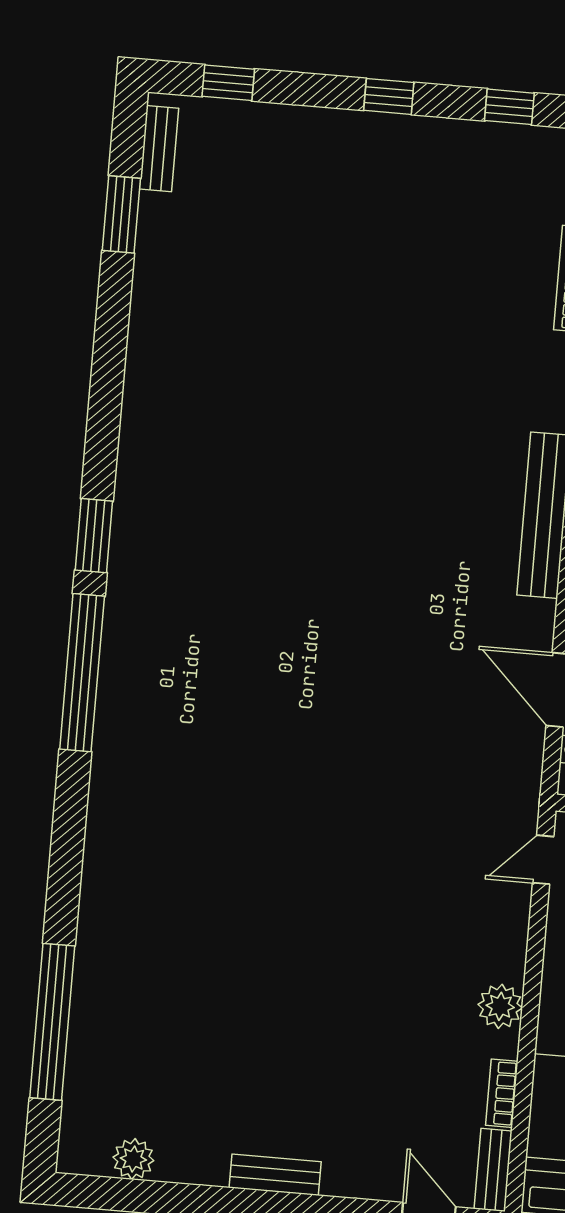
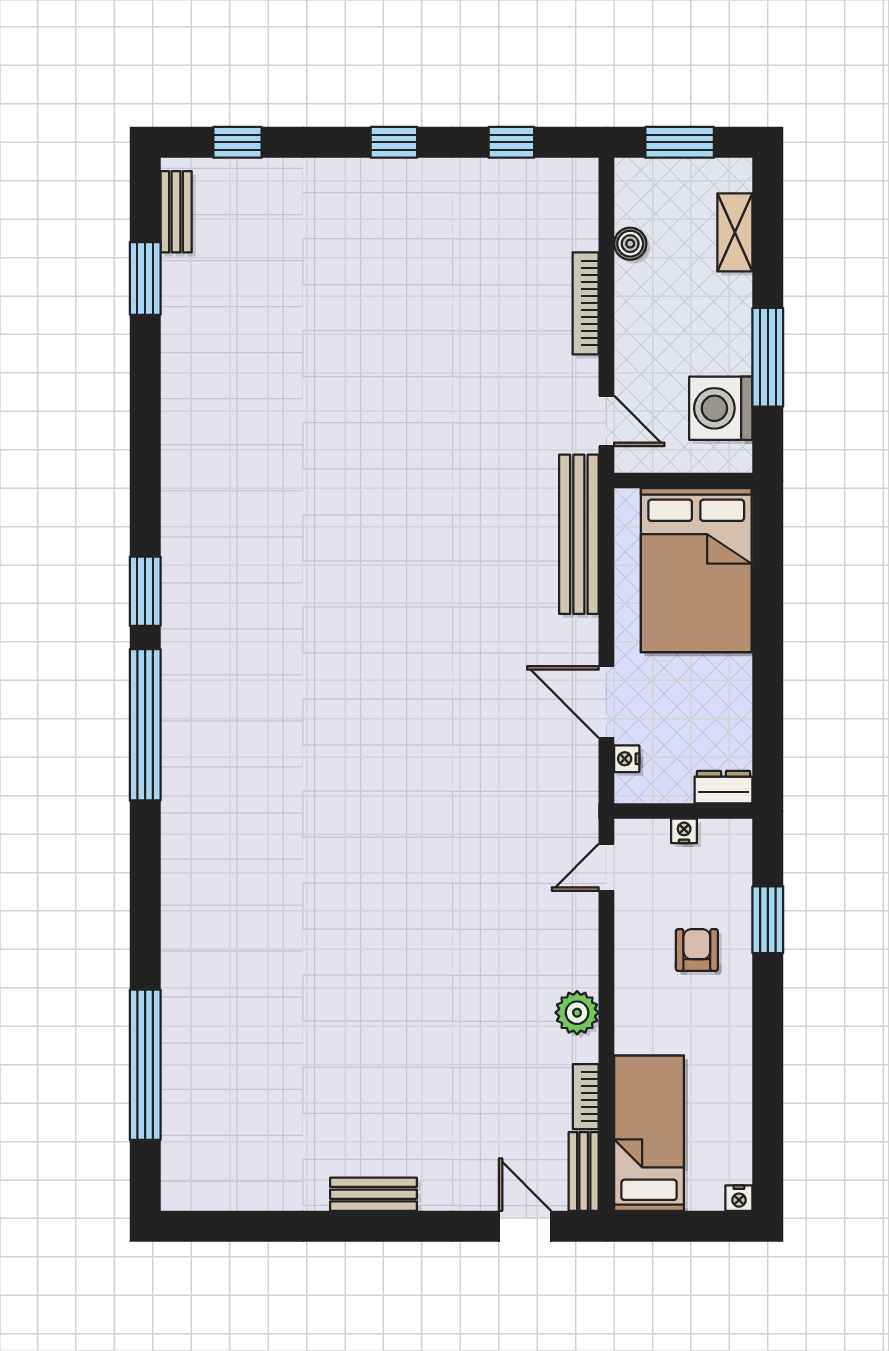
plant: (133, 1159) -> (235, 1191), removed

